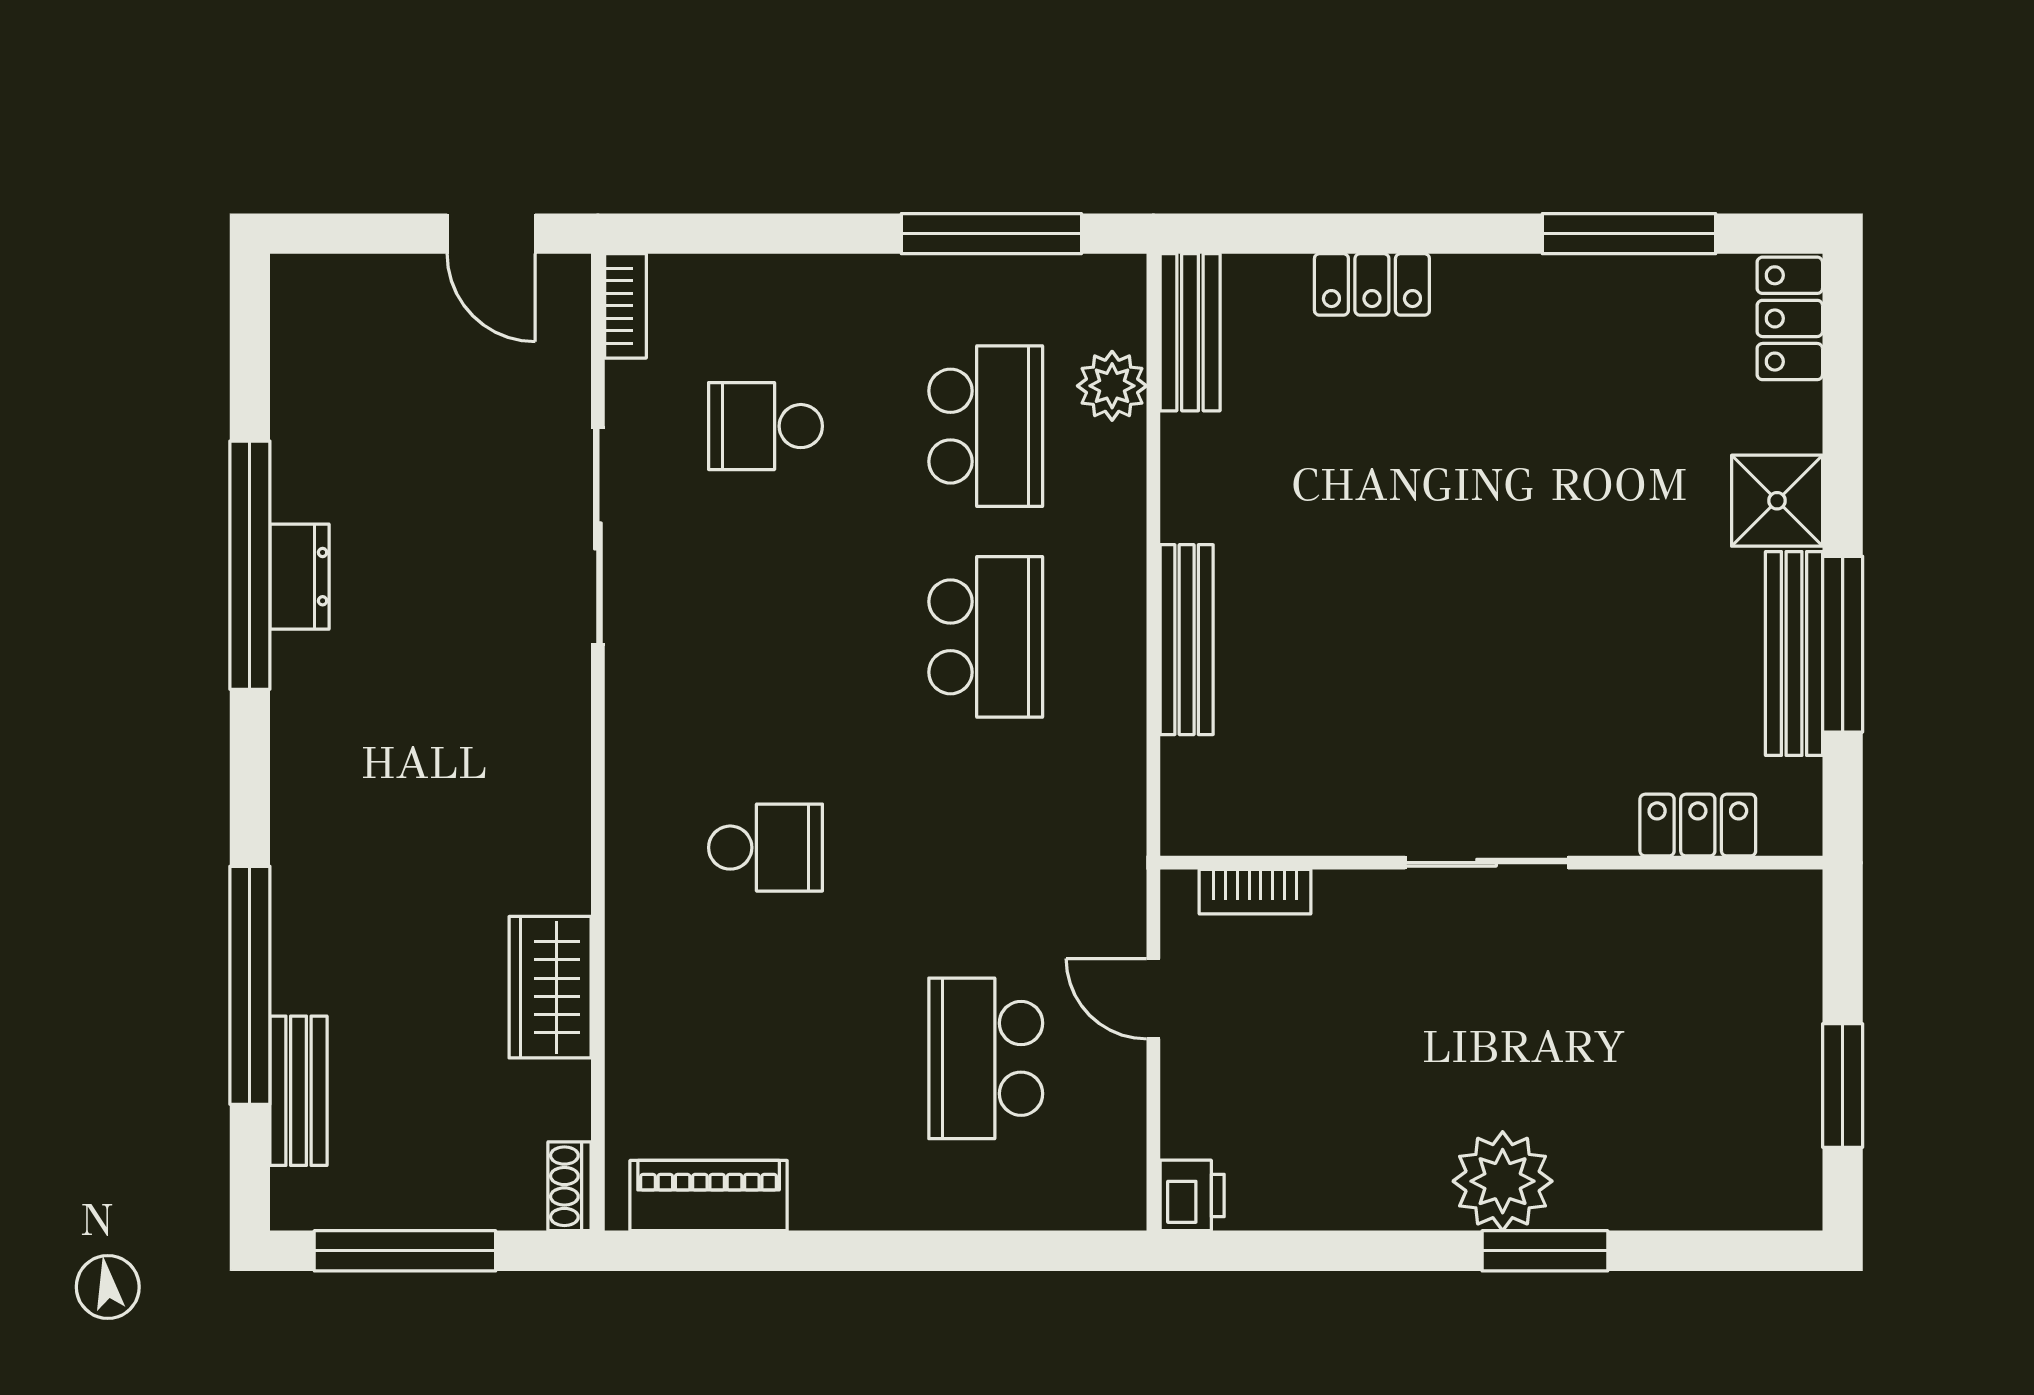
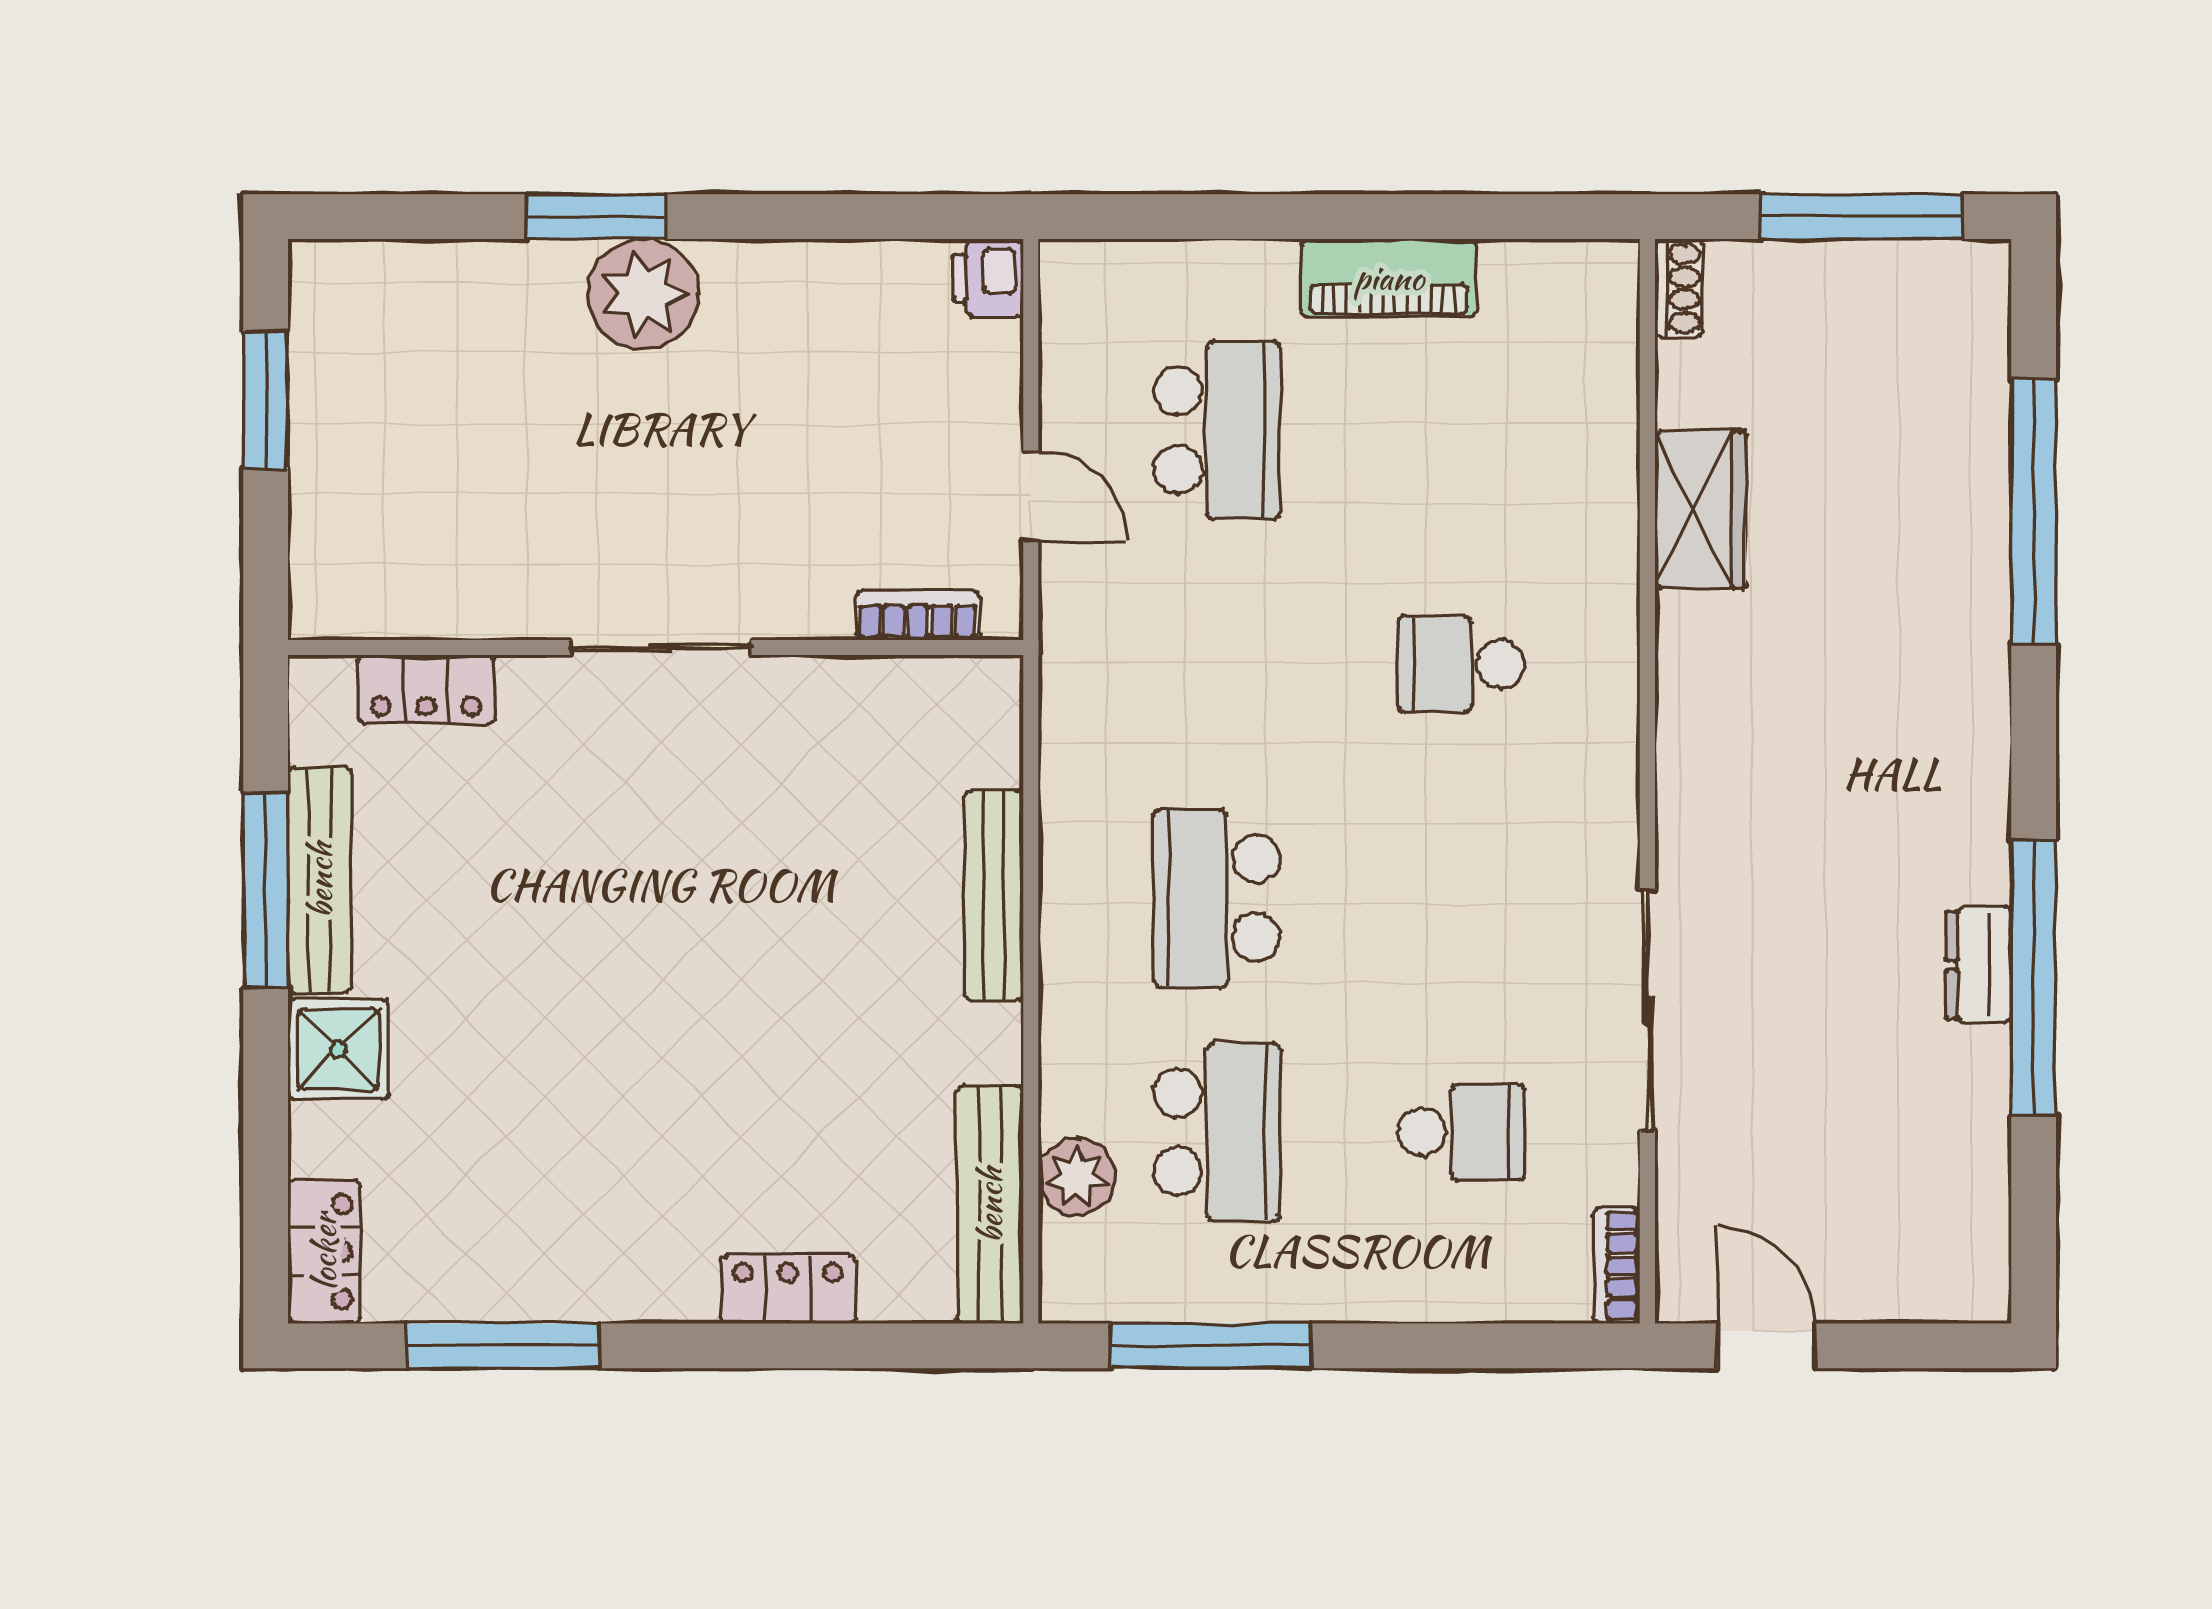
bench: (1190, 332) -> (990, 1205), width x1.36
school desk: (986, 426) -> (1217, 1132), turned 180
bench: (299, 1091) -> (1980, 394), removed
piano: (709, 1196) -> (1389, 278), moved

